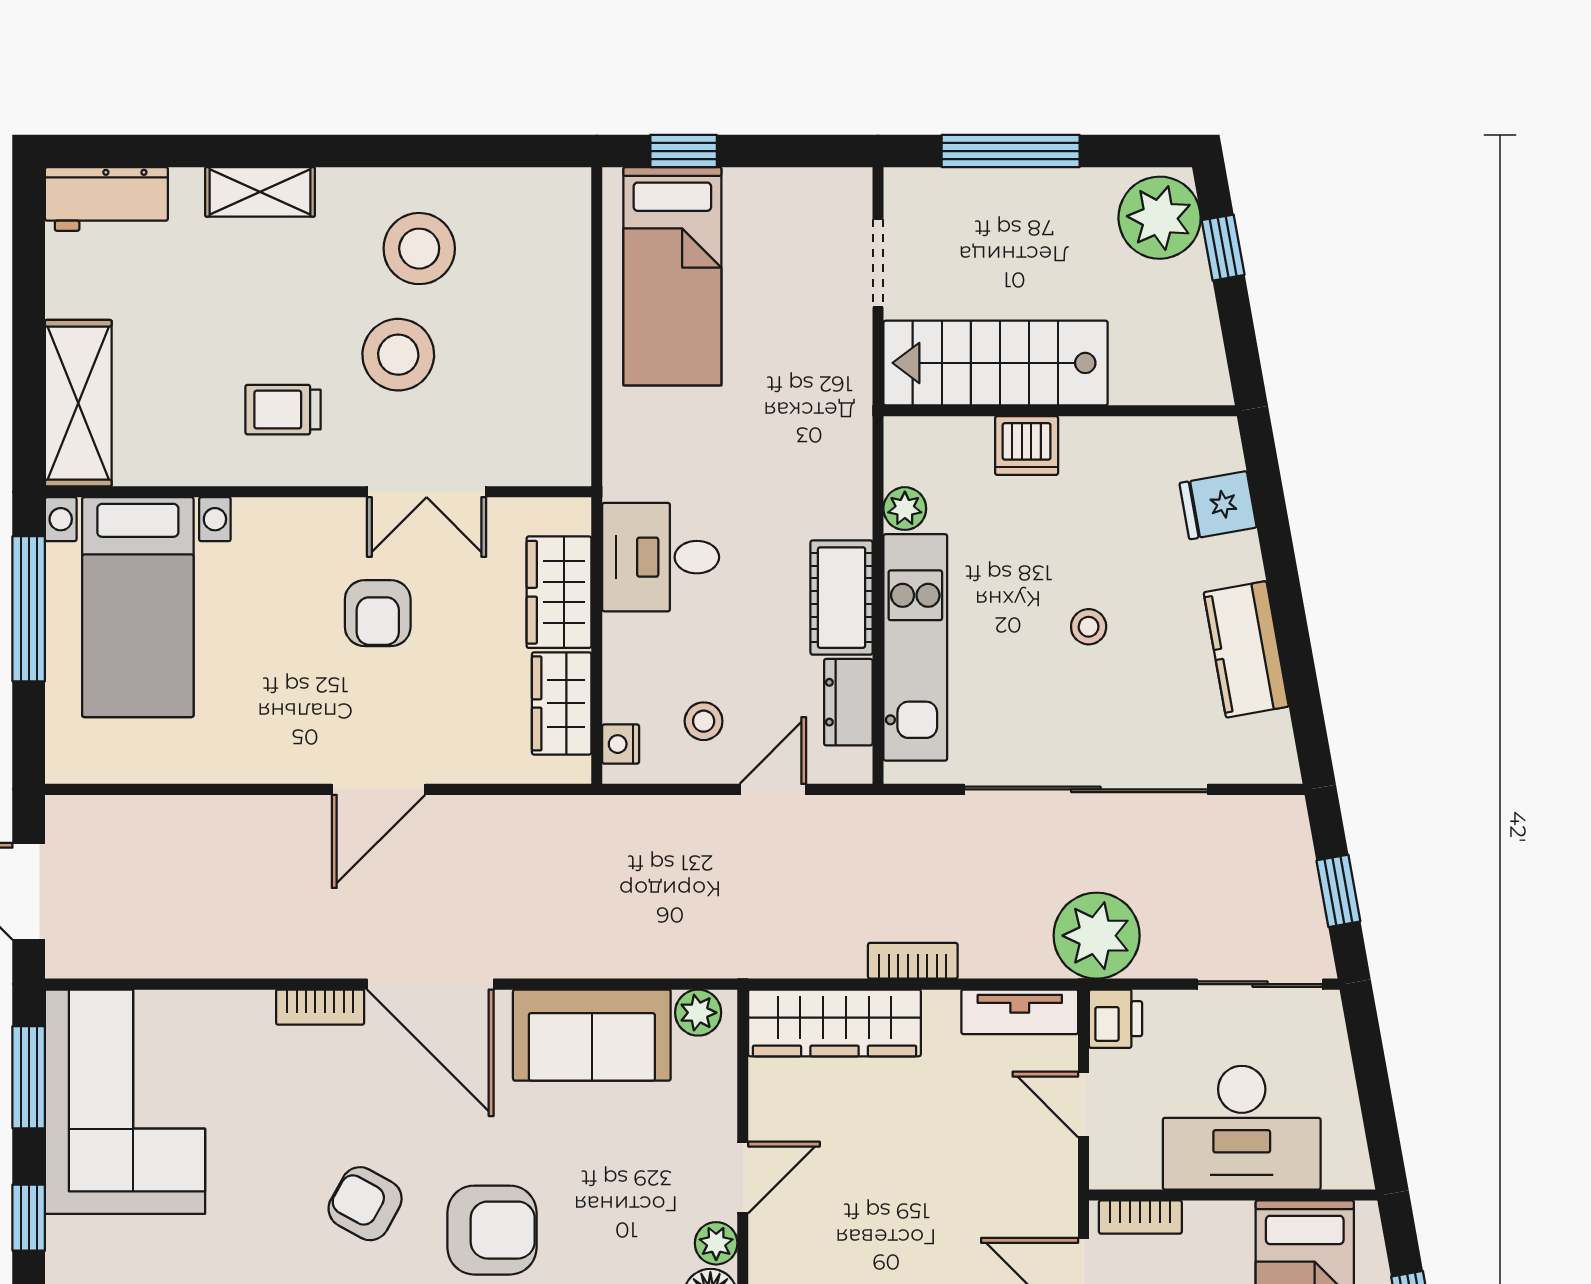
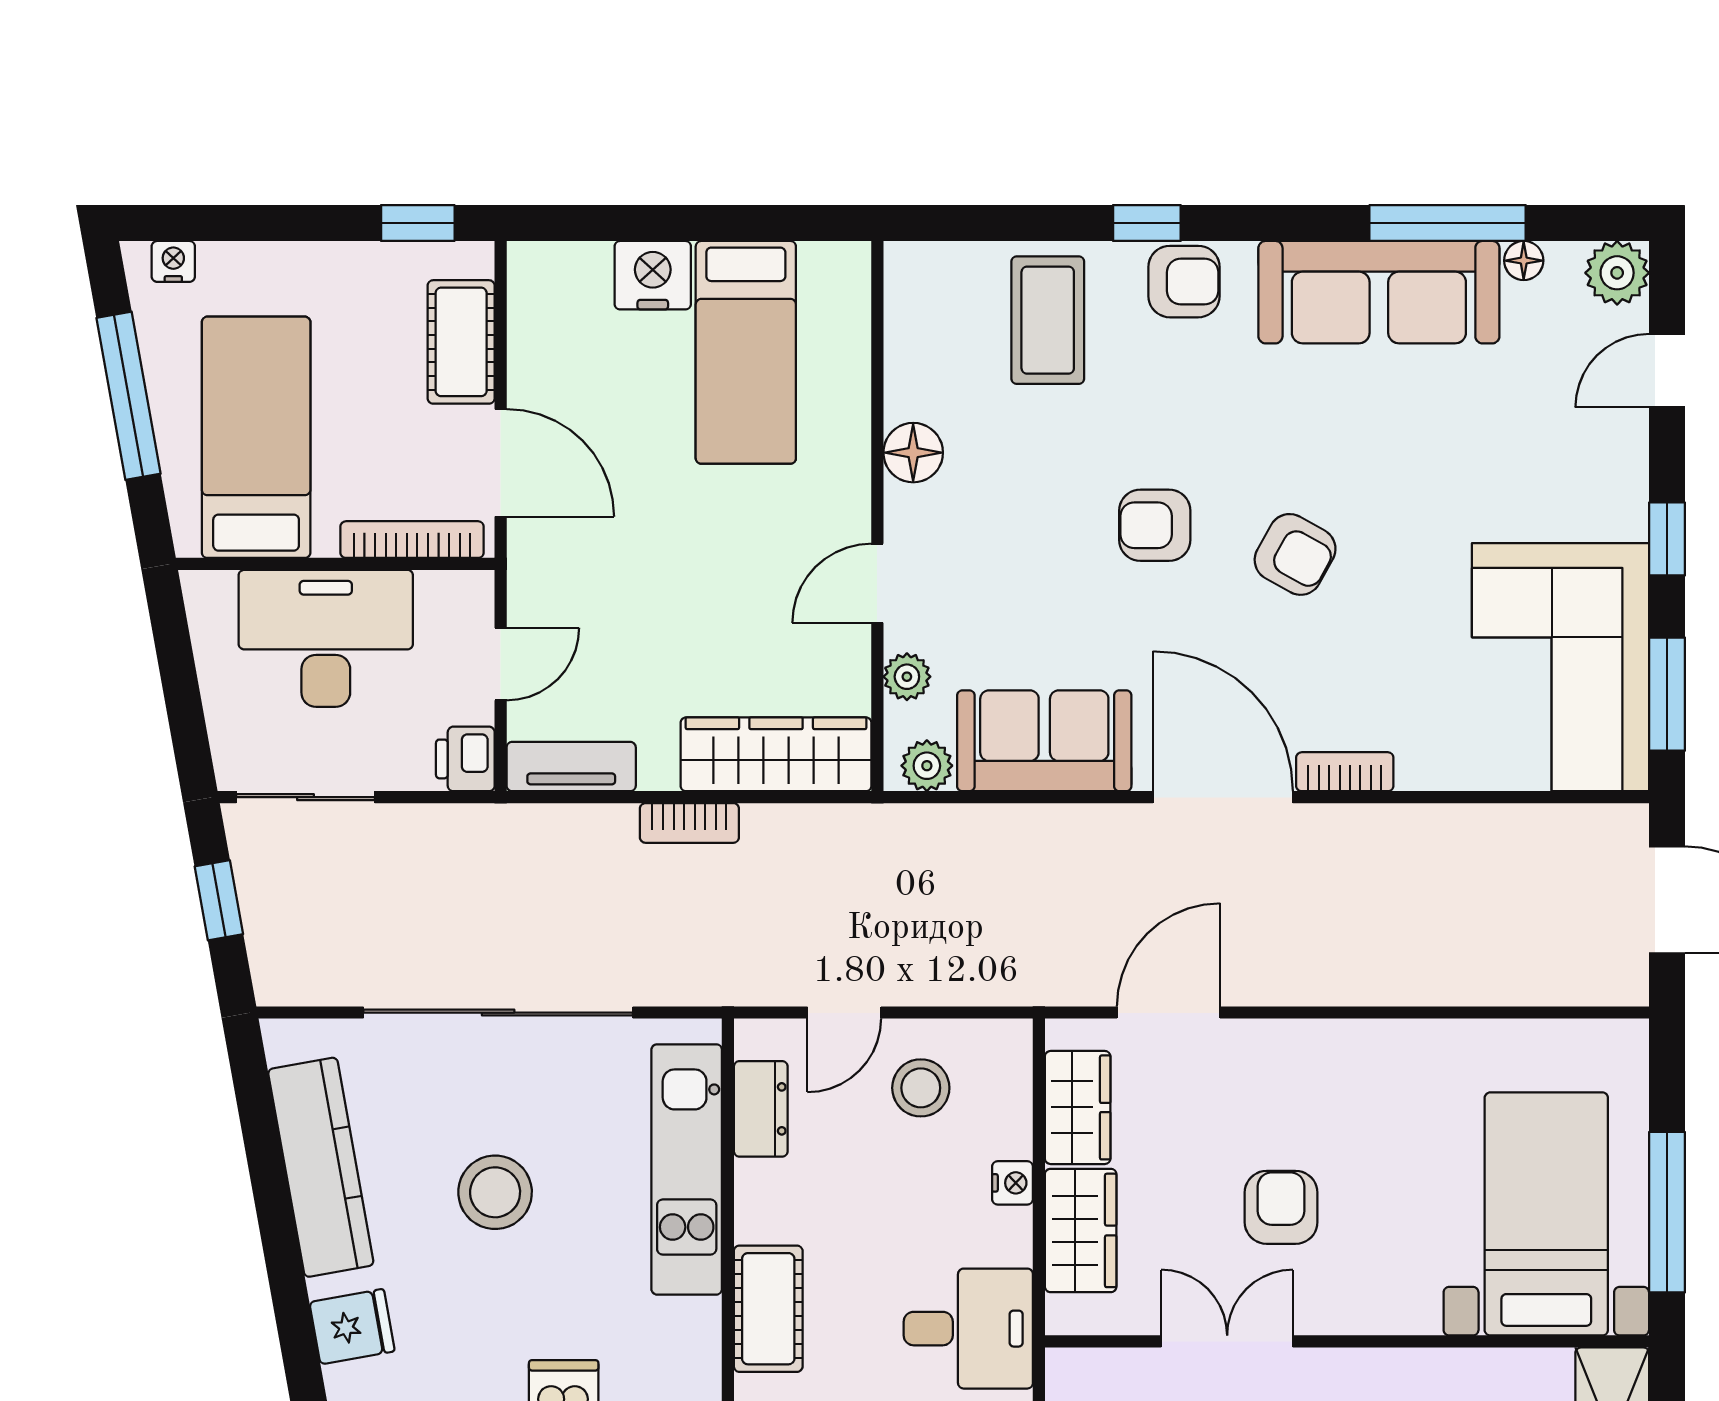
plant: (905, 509) -> (698, 1323), removed
desk: (661, 557) -> (968, 1329), moved
cot: (842, 598) -> (768, 1309), moved
stool: (1089, 627) -> (495, 1192), width x1.89, depth x1.89
kitchen counter: (1246, 649) -> (321, 1167), width x1.50
stool: (704, 721) -> (921, 1088), width x1.37, depth x1.37
nightstand: (621, 744) -> (1012, 1183), moved
door: (378, 789) -> (1169, 1013), moved
plant: (1097, 936) -> (486, 851), removed
door: (1084, 1104) -> (501, 664), hinge flipped
bookcase: (1140, 1217) -> (412, 540), width x1.56
armchair: (492, 1230) -> (1155, 525), width x0.72, depth x0.72
plant: (716, 1243) -> (907, 677), moved

